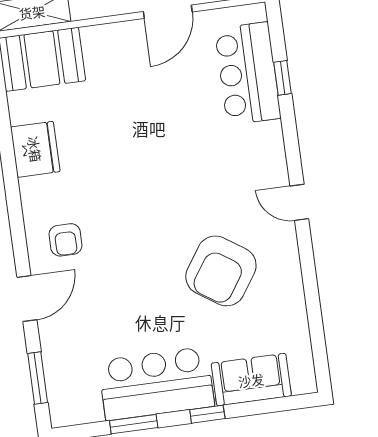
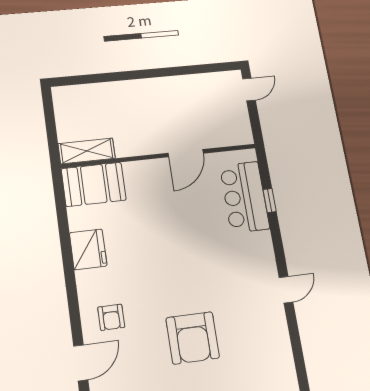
door: (299, 202) -> (286, 290), swing flipped
armchair: (221, 271) -> (193, 338), moved, turned -34

